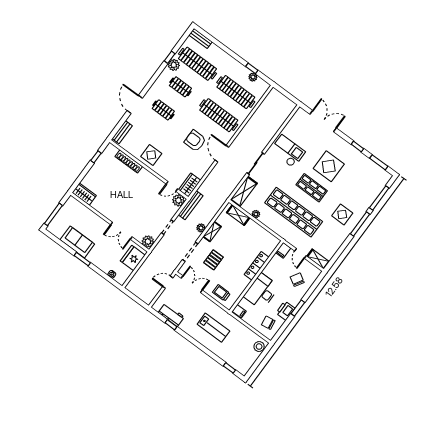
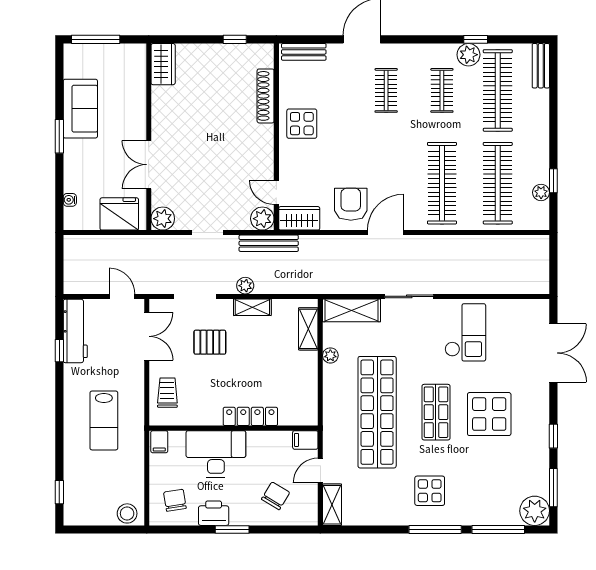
armchair: (195, 141) -> (351, 204), moved
plant: (383, 177) -> (535, 511), added
workbench: (171, 315) -> (75, 331), width x1.37

